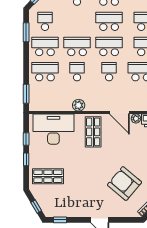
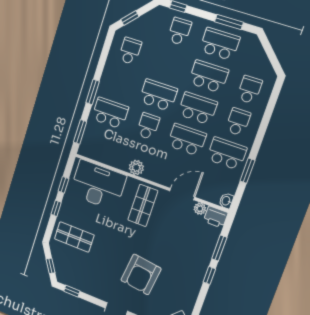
window: (26, 32) -> (93, 92), moved
school desk: (45, 46) -> (120, 82), removed
school desk: (109, 72) -> (187, 140), width x1.85
door: (119, 113) -> (182, 194), swing flipped
armchair: (124, 184) -> (141, 274), moved, turned -123

